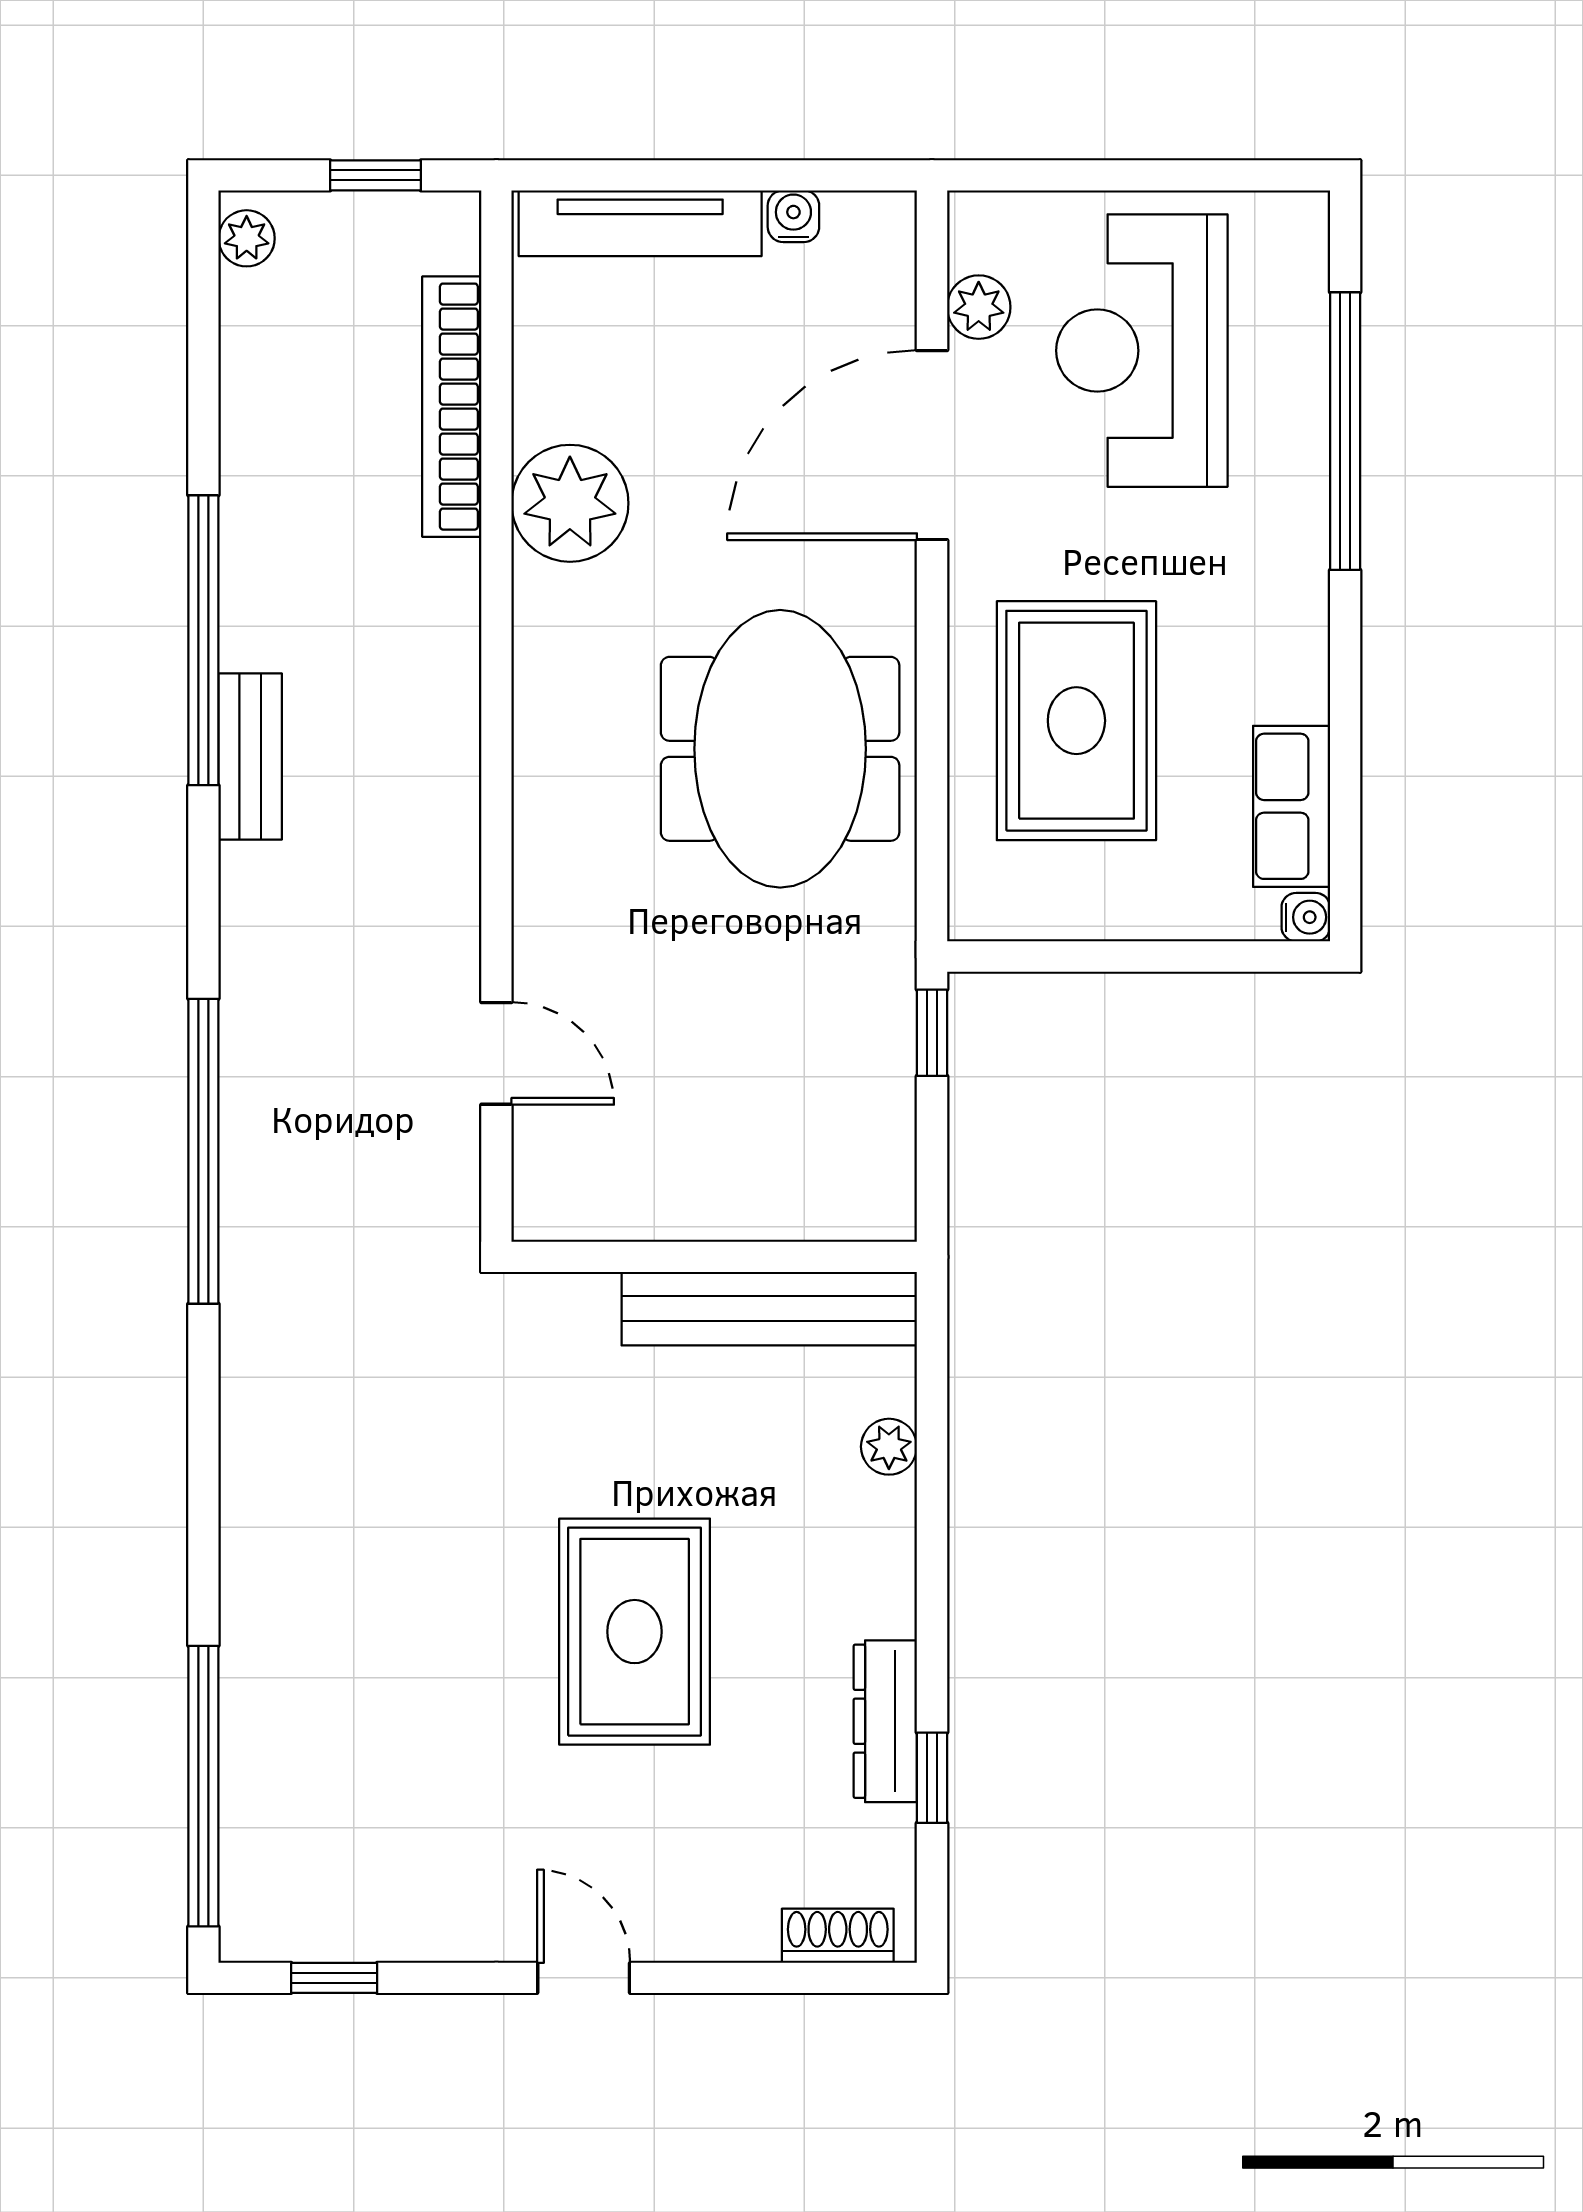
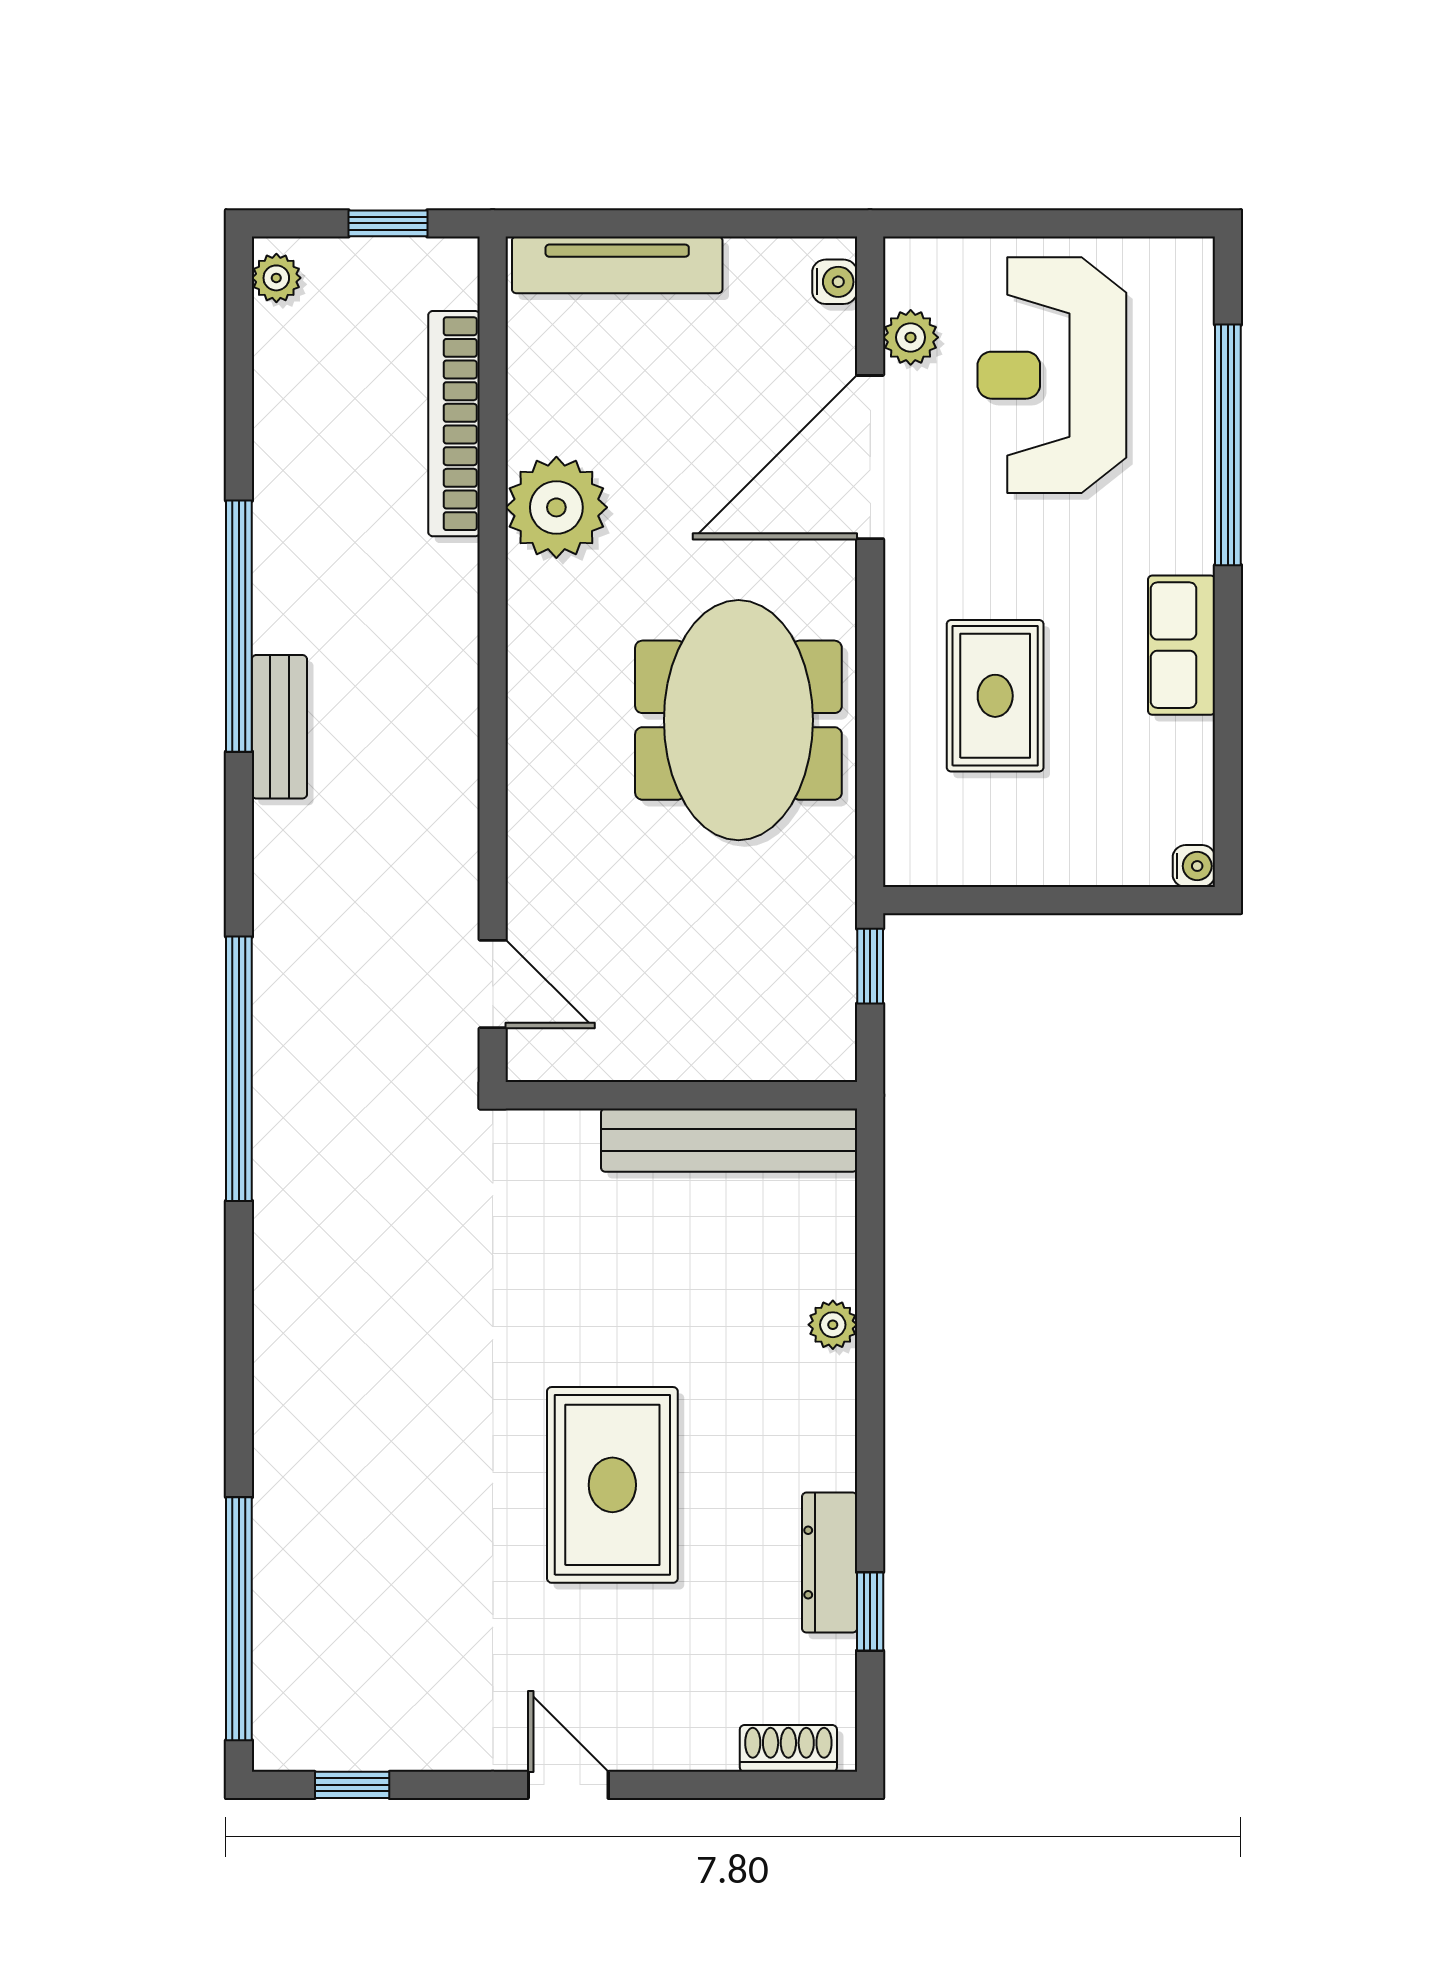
water cooler: (793, 216) -> (835, 282), moved, turned 90
rug: (1076, 721) -> (995, 696), width x0.73, depth x0.70
row of seats: (1292, 806) -> (1181, 645), moved
wall: (714, 1257) -> (681, 1095), moved
bench: (769, 1309) -> (729, 1140), moved

